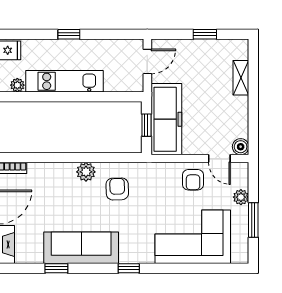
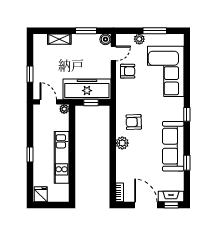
window: (205, 34) -> (30, 74), moved
plant: (17, 85) -> (64, 109), moved
window: (253, 118) -> (86, 31), added

